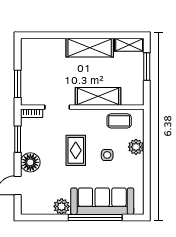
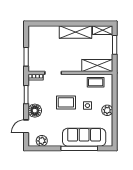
shelving: (98, 96) -> (97, 65), moved
plant: (136, 147) -> (107, 110), moved
rug: (76, 150) -> (66, 102), turned 90
plant: (62, 206) -> (42, 141), moved

